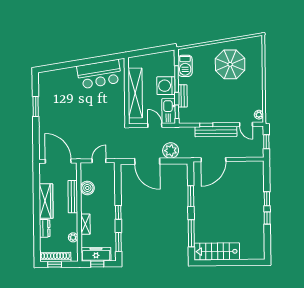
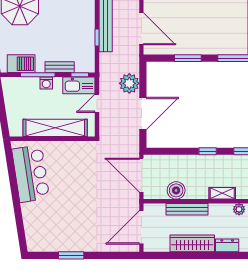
washing machine: (166, 86) -> (46, 83), width x0.53, depth x0.53
door: (99, 161) -> (141, 175), width x1.88

